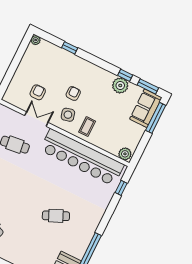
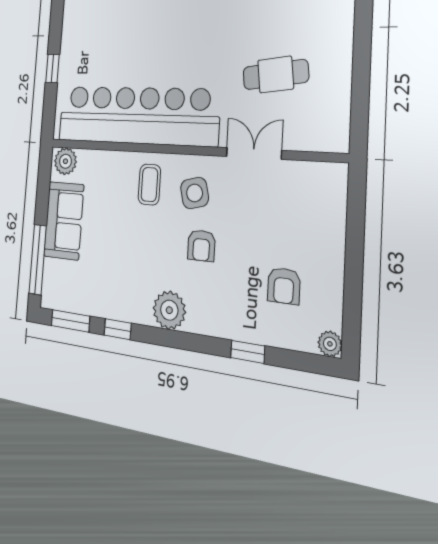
plant: (120, 85) -> (169, 310), moved
armchair: (38, 92) -> (284, 286), moved
sofa: (146, 108) -> (64, 221), moved
double door: (36, 119) -> (254, 153), swing flipped
window: (121, 188) -> (53, 68), moved

